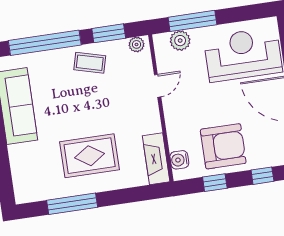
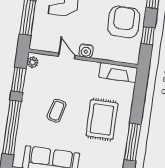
plant: (180, 41) -> (39, 30), removed
coffee table: (90, 63) -> (57, 111), moved
water cooler: (179, 160) -> (86, 51), moved

